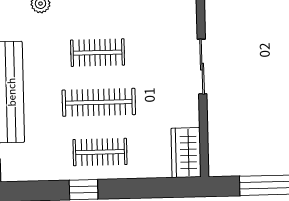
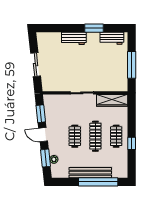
wardrobe: (186, 153) -> (112, 100), width x1.50

